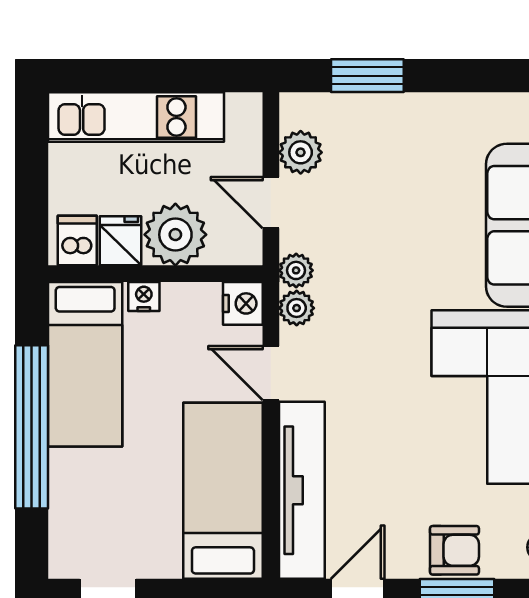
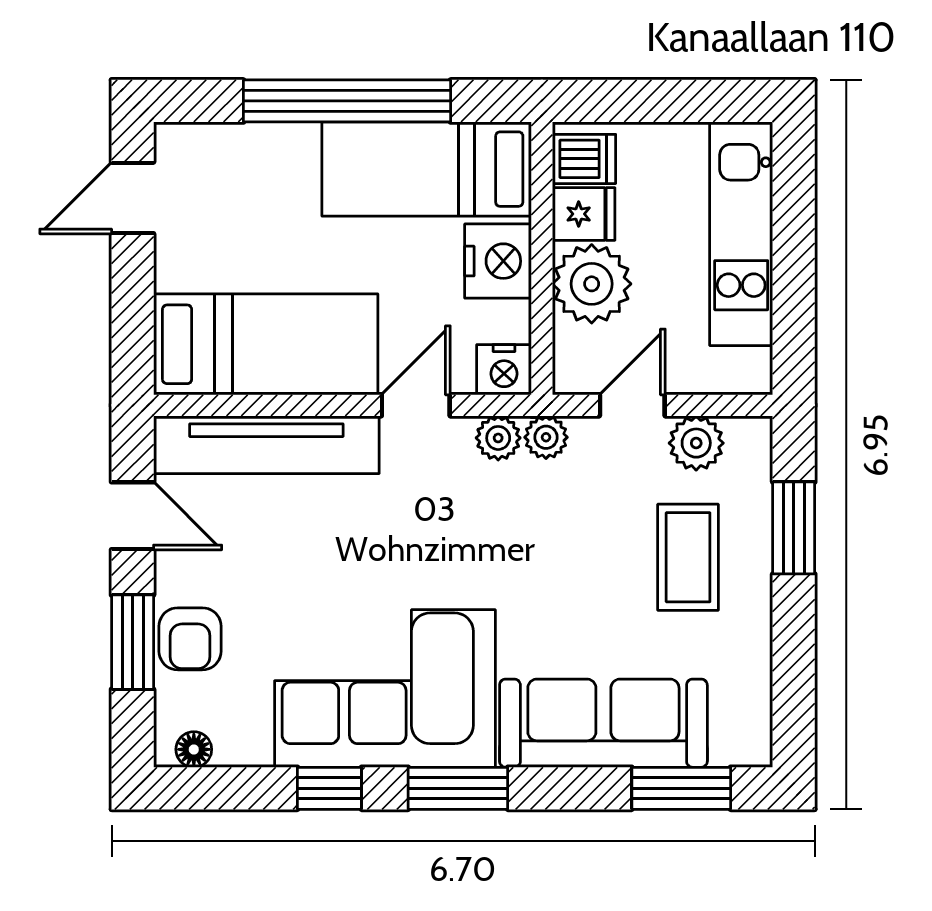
coffee table: (390, 159) -> (688, 557), added
nightstand: (144, 297) -> (498, 261), width x1.89, depth x1.79

